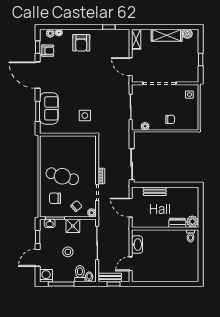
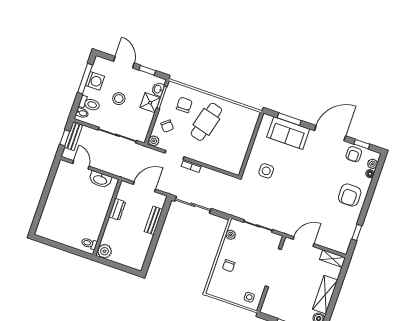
armchair: (81, 43) -> (350, 195), turned -90
dresser: (177, 223) -> (117, 209), moved
shower: (73, 226) -> (150, 103), moved
washing machine: (46, 276) -> (95, 81), moved

